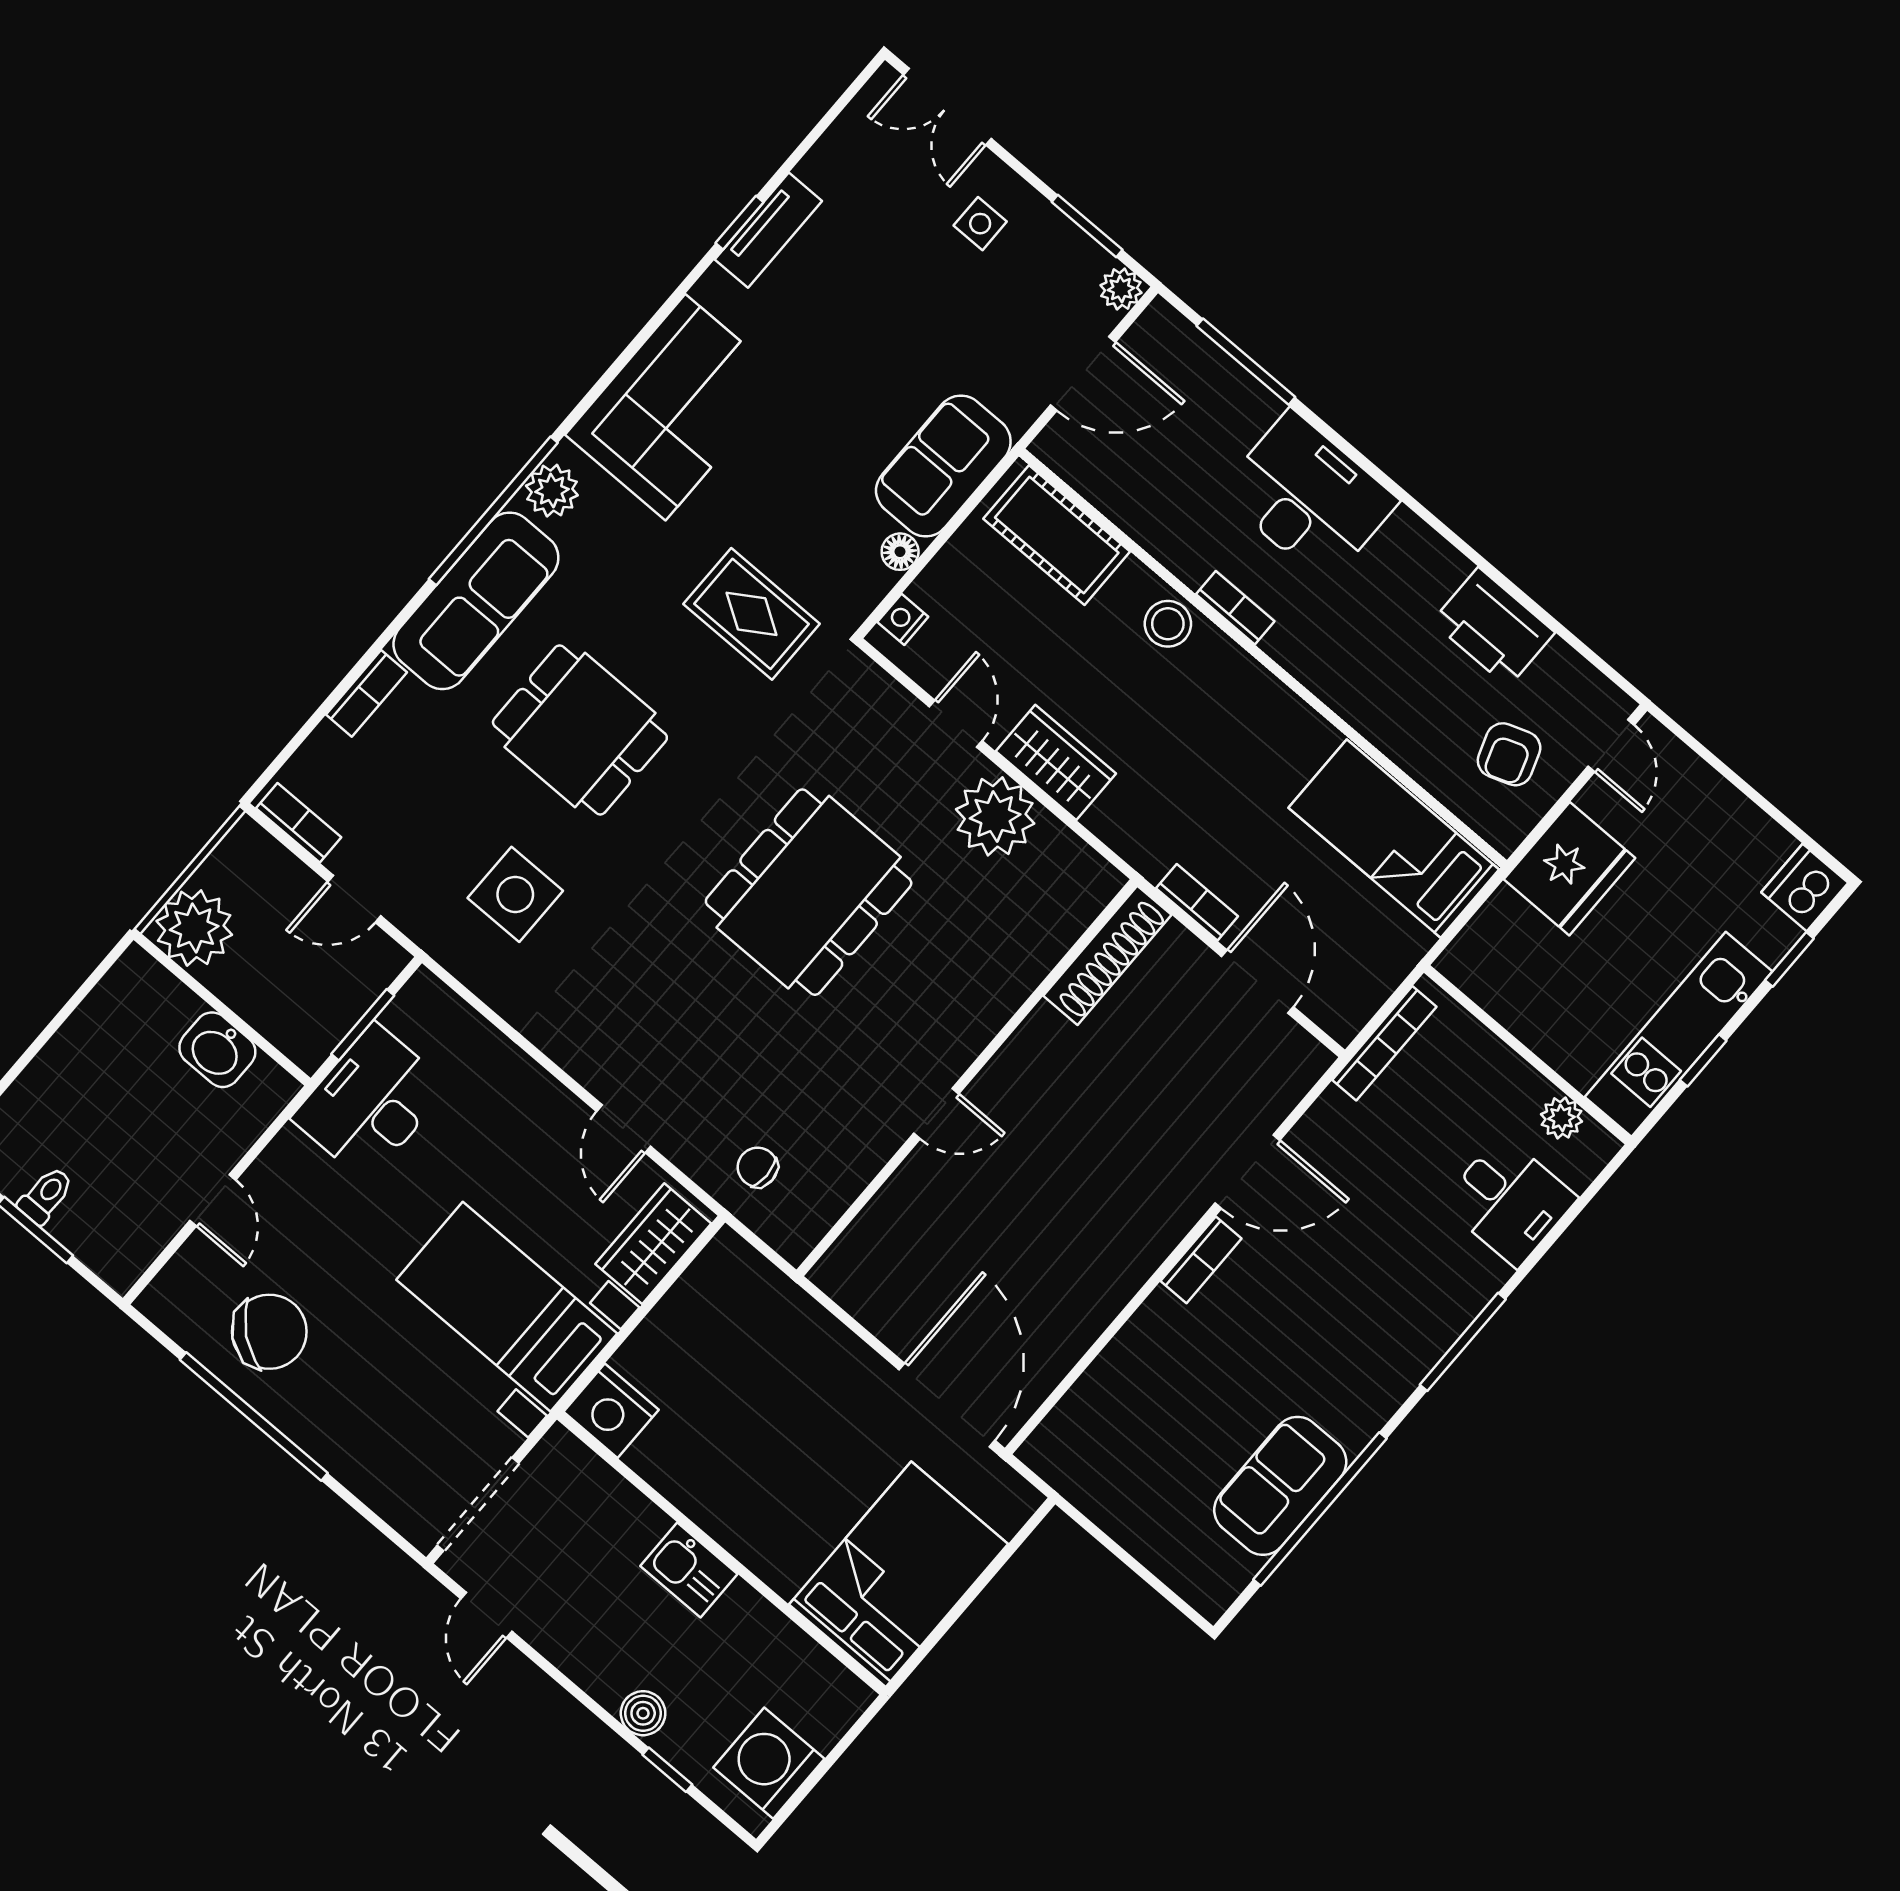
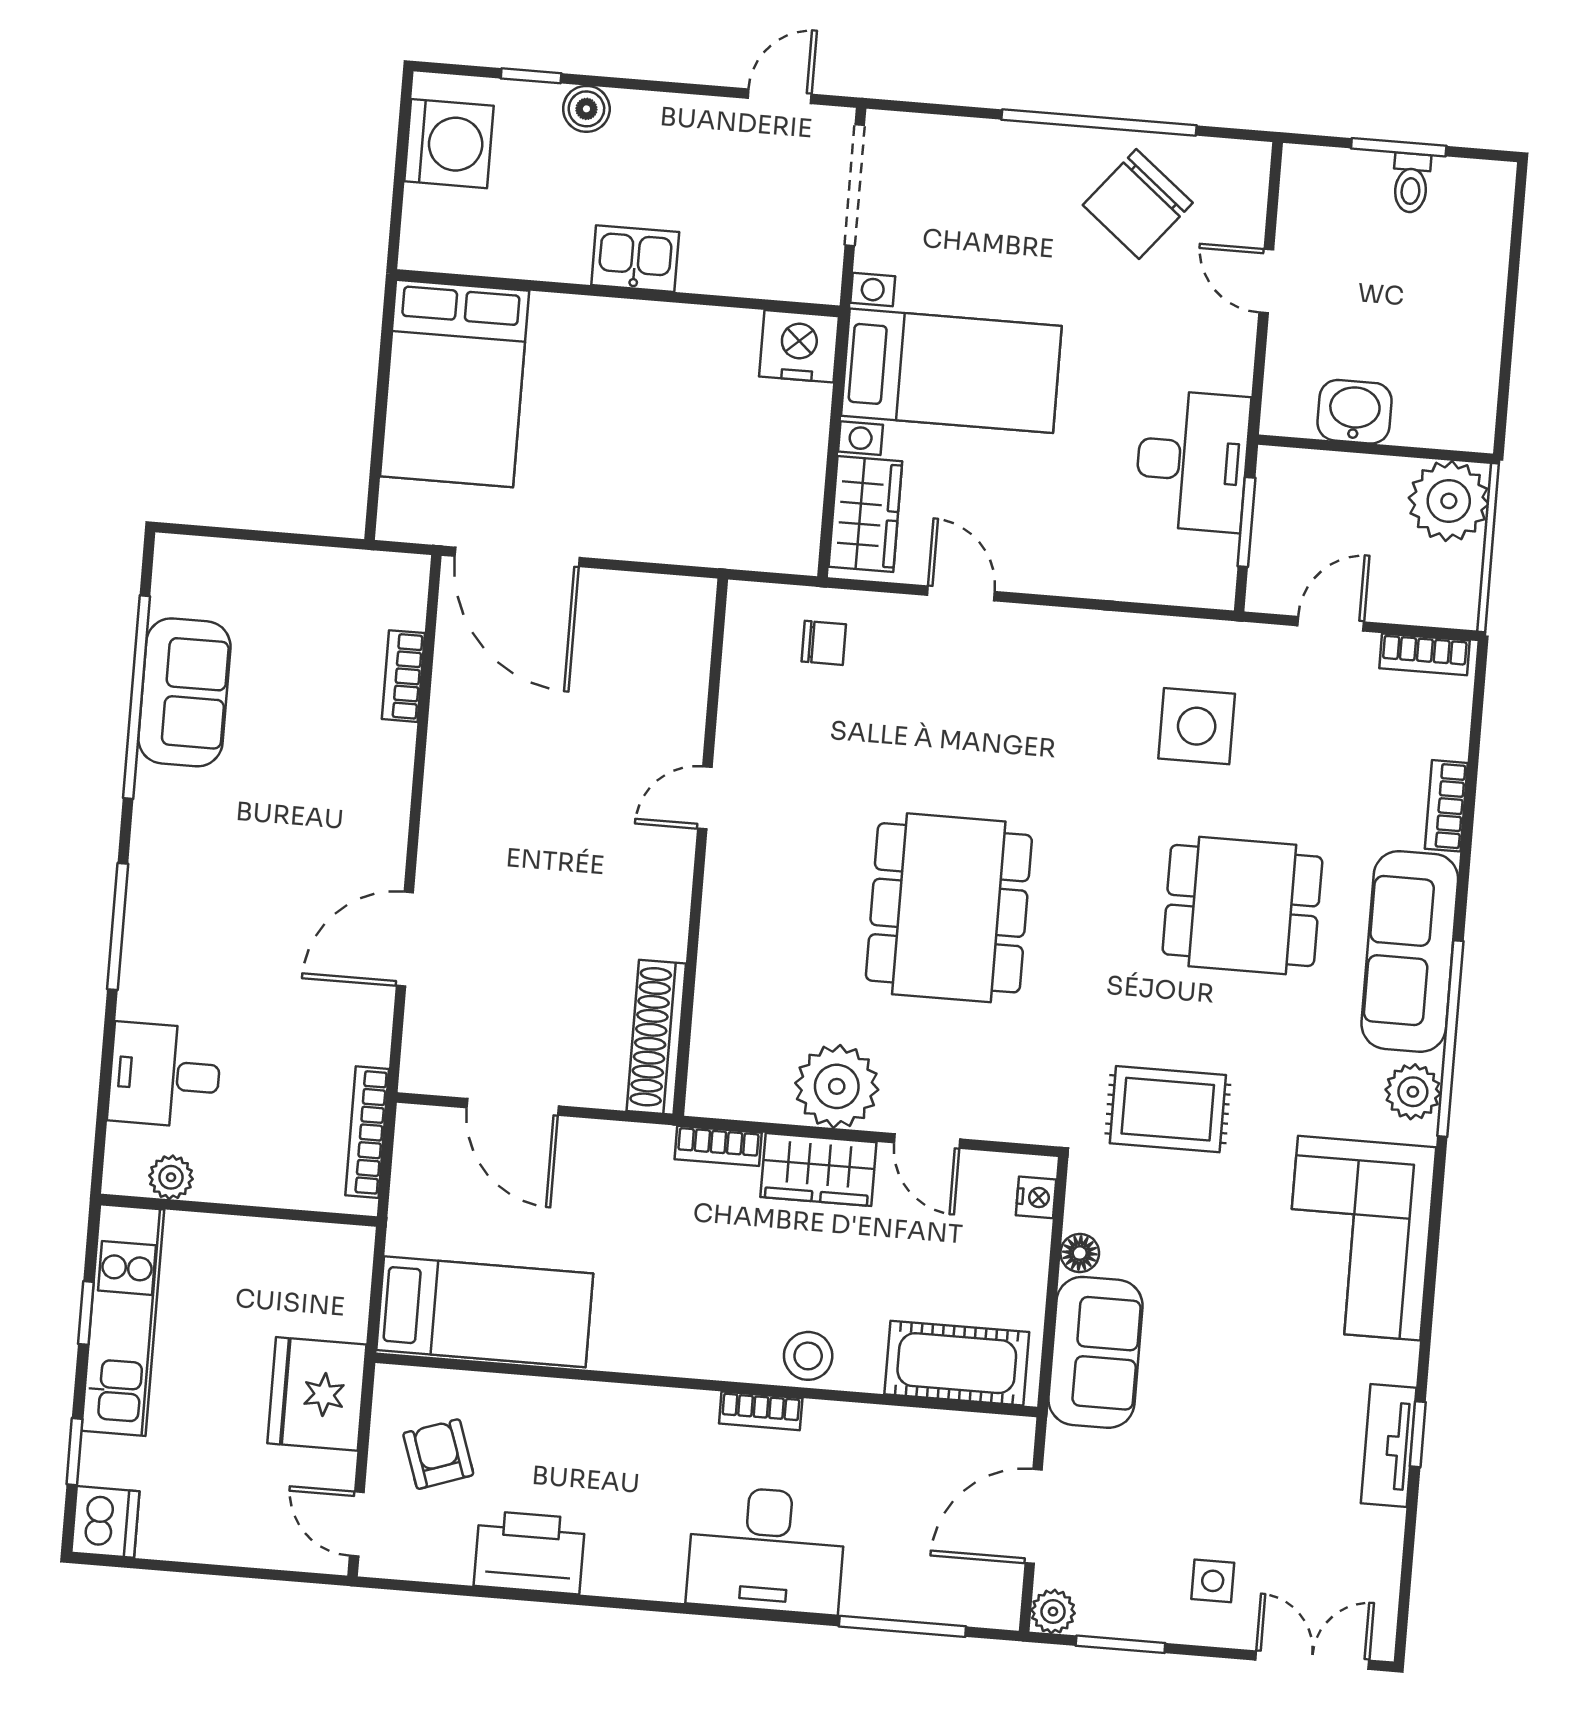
bookcase: (1197, 902) -> (718, 1146), moved
bookcase: (1201, 1260) -> (403, 676), moved
door: (486, 1615) -> (780, 96), hinge flipped

